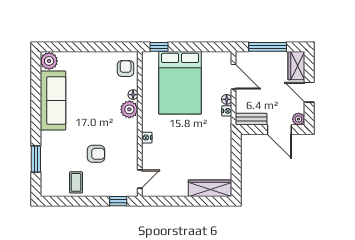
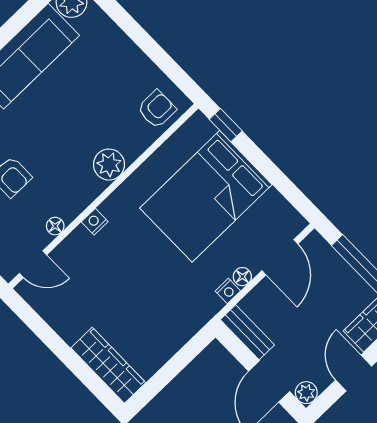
floor lamp: (133, 95) -> (55, 226), moved

